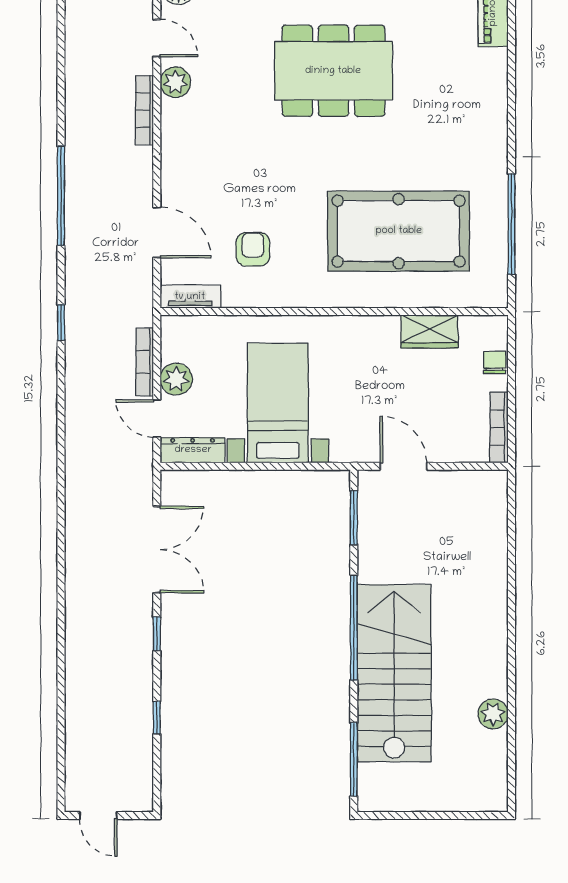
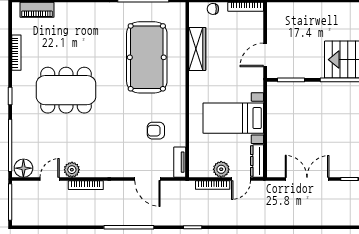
dining table: (333, 71) -> (66, 90), turned 90
door: (157, 233) -> (147, 179), swing flipped
wardrobe: (429, 331) -> (197, 49), width x1.50

